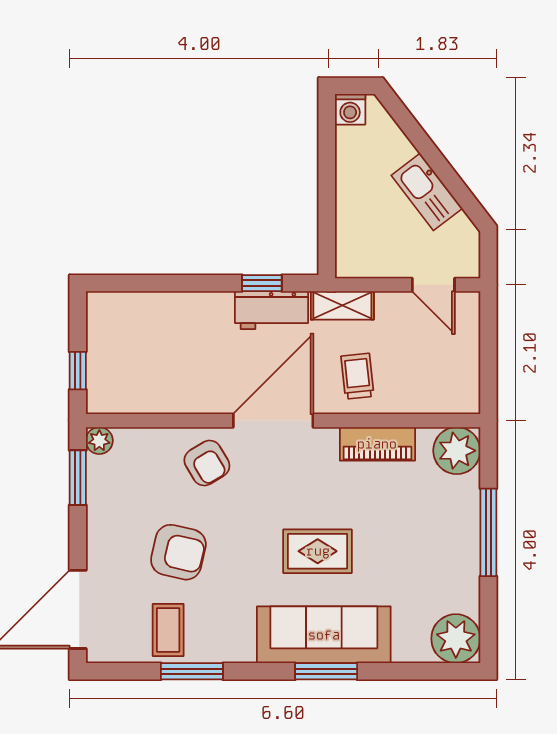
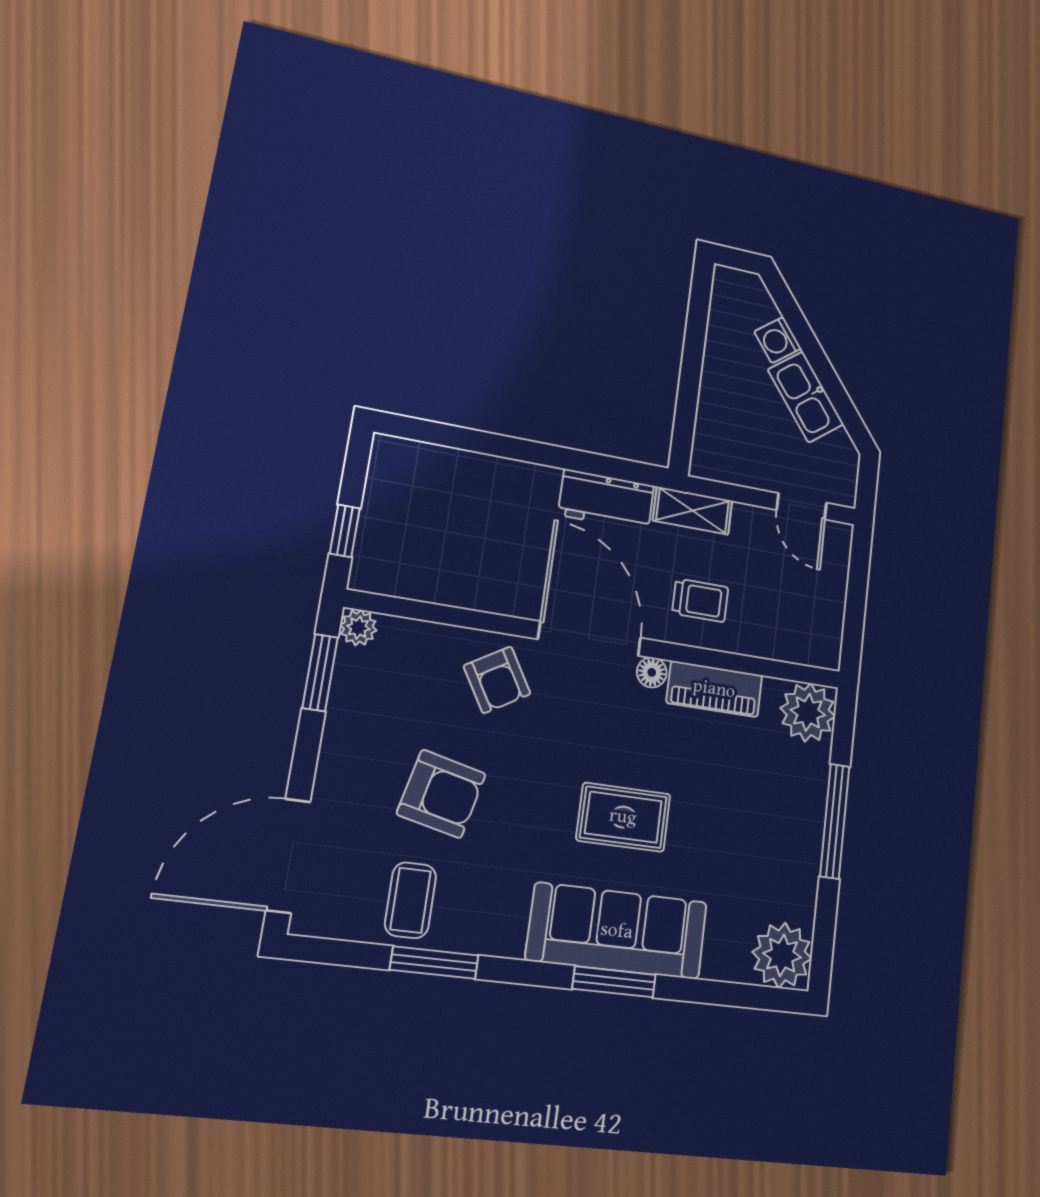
washing machine: (350, 109) -> (778, 340), moved, turned 52
window: (262, 283) -> (599, 465), removed
trolley: (357, 376) -> (700, 600), turned 96
door: (273, 421) -> (590, 639), hinge flipped
floor lamp: (325, 439) -> (652, 672), added

